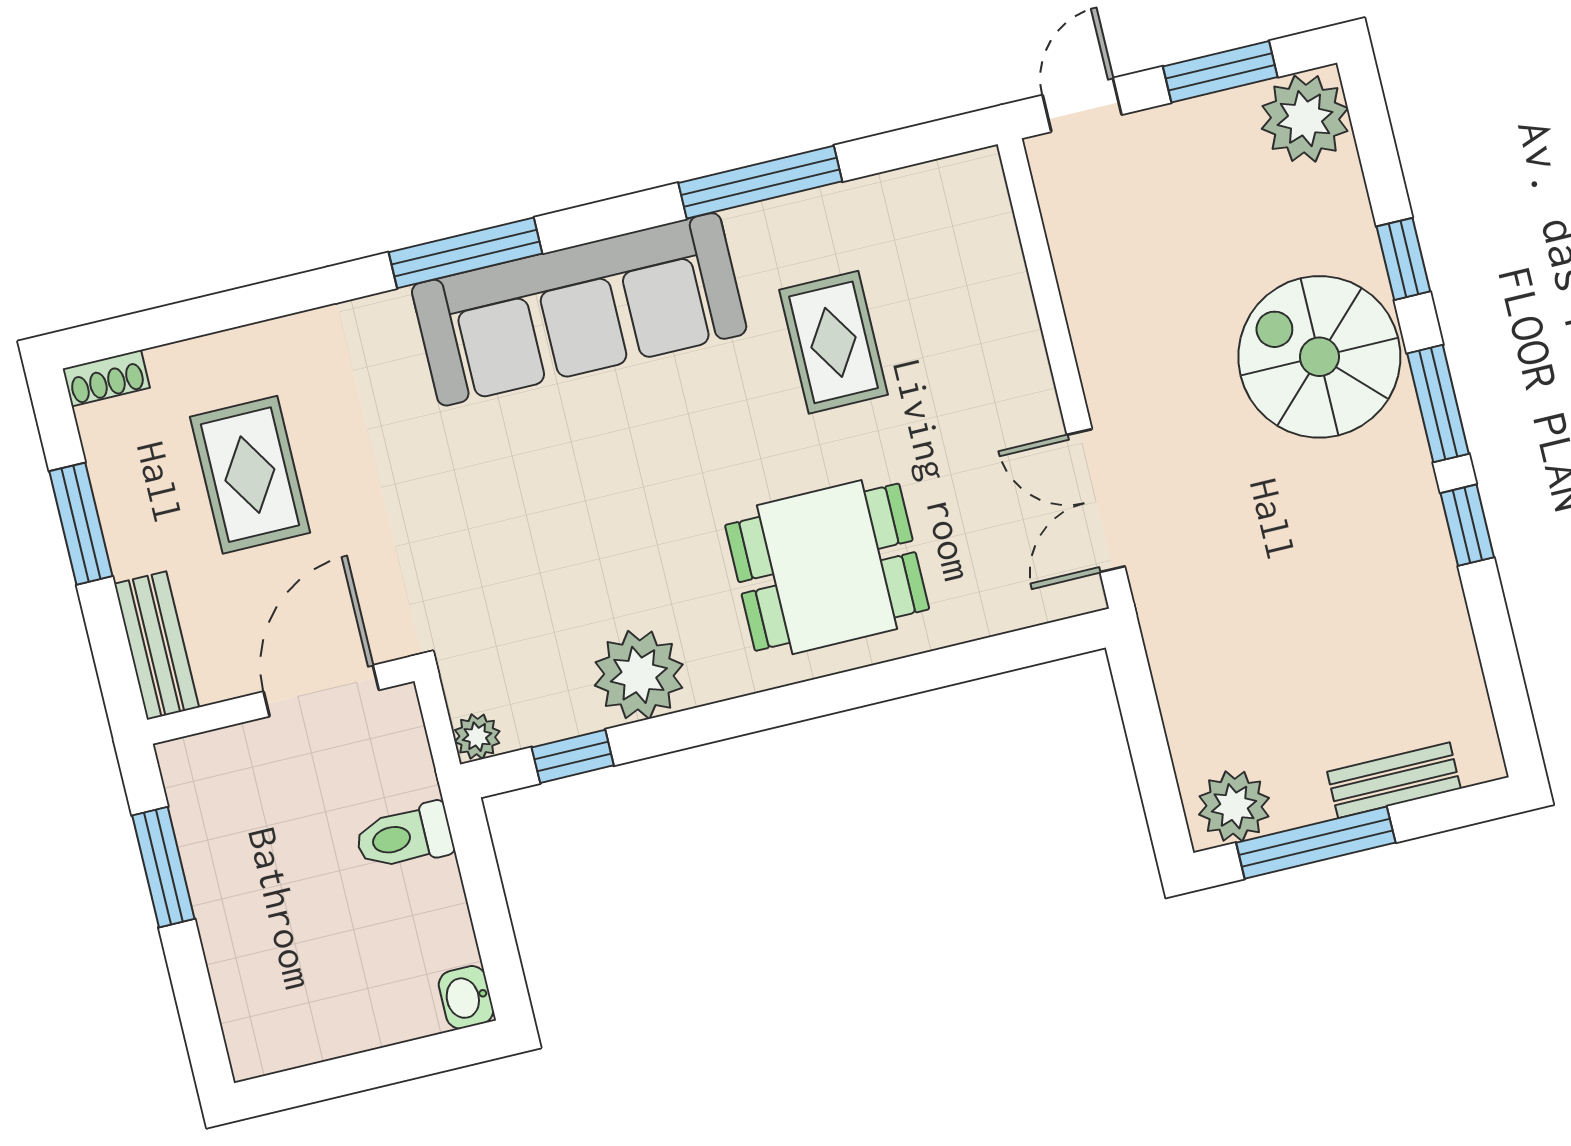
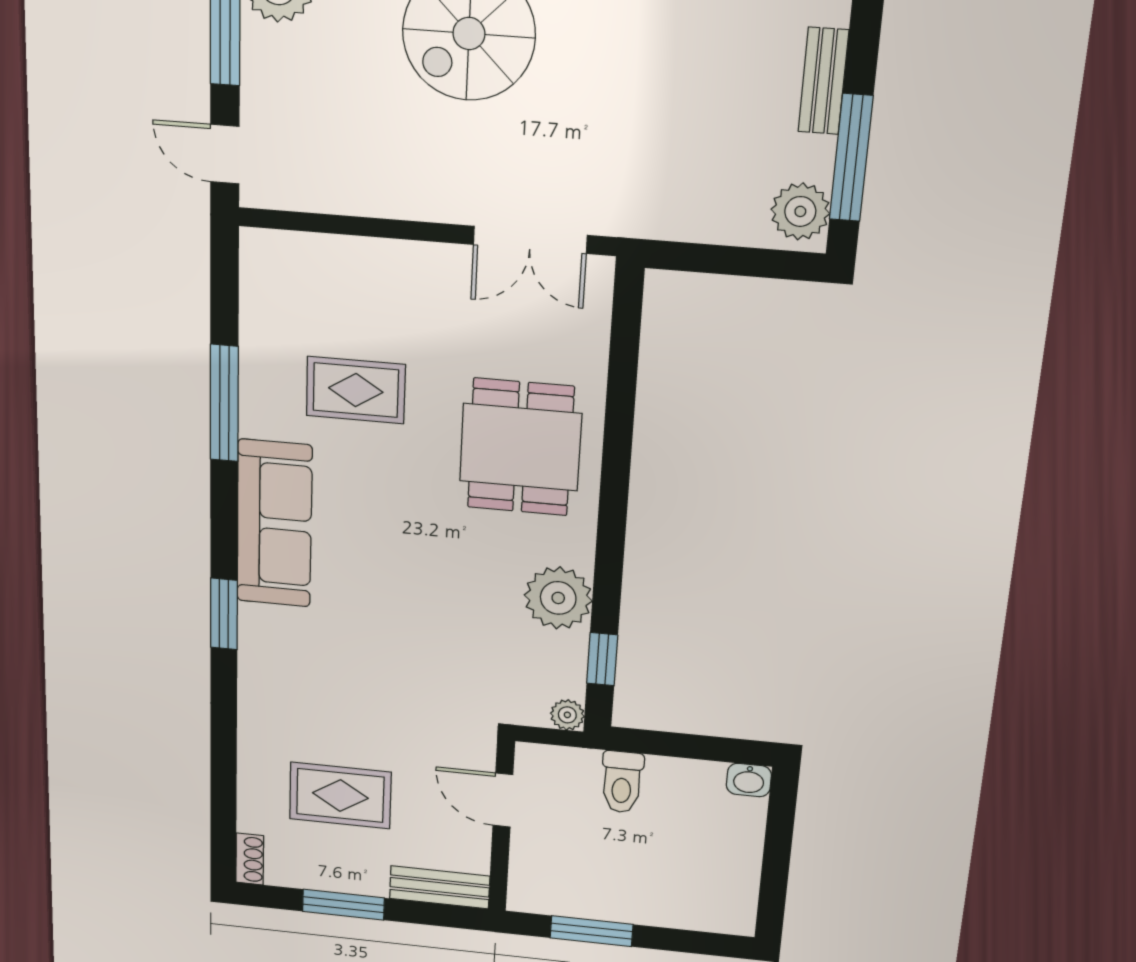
window: (466, 253) -> (224, 614), width x0.69
sofa: (579, 309) -> (274, 524), width x0.74, depth x0.79
door: (321, 691) -> (503, 800), width x0.73

